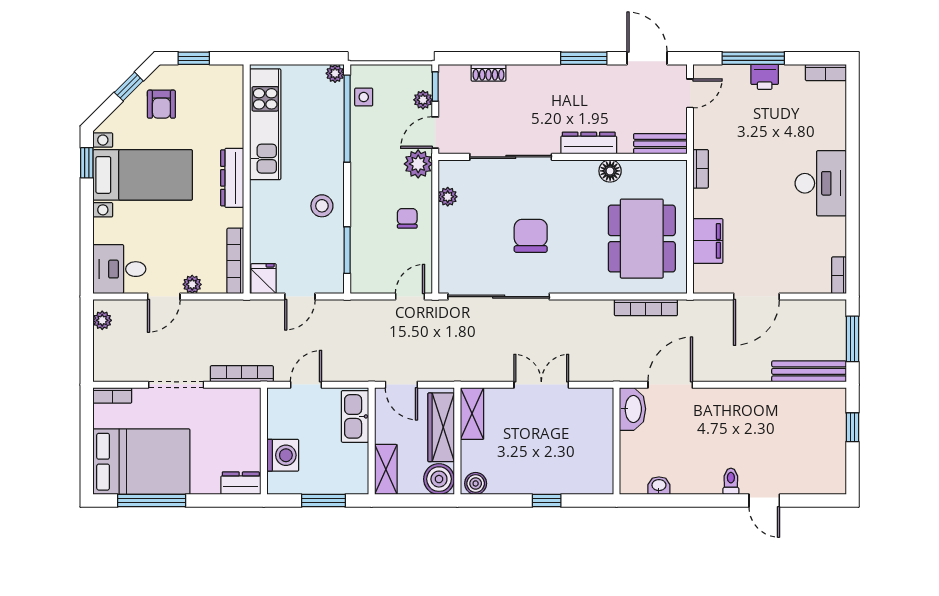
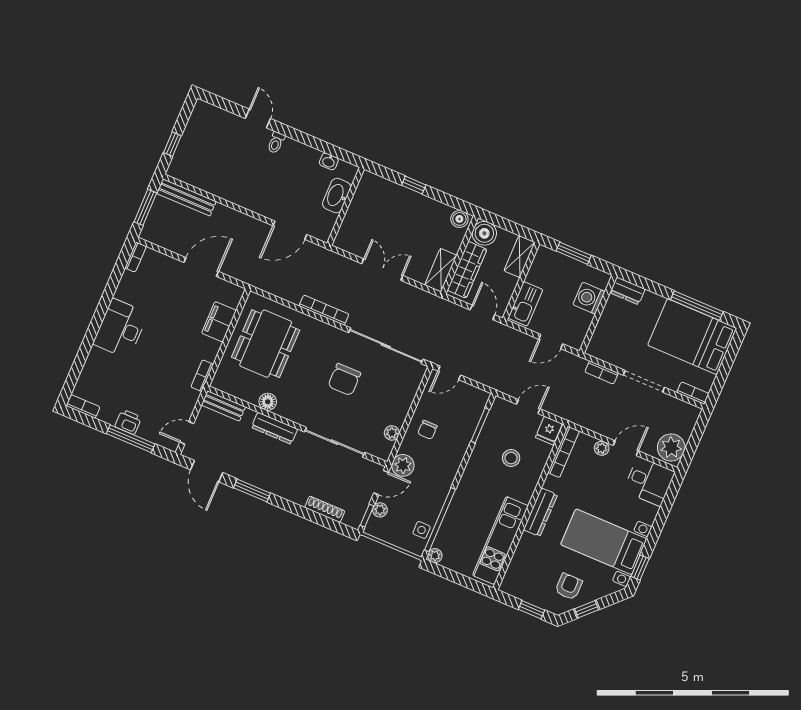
shoe rack: (489, 73) -> (325, 509), width x1.43
stool: (322, 206) -> (511, 458), moved
bookcase: (646, 308) -> (324, 310), moved
plant: (102, 320) -> (671, 447), width x1.87, depth x1.87
bookcase: (242, 374) -> (602, 372), width x0.64
double door: (541, 385) -> (382, 270), swing flipped
washbasin: (633, 409) -> (337, 196), moved

